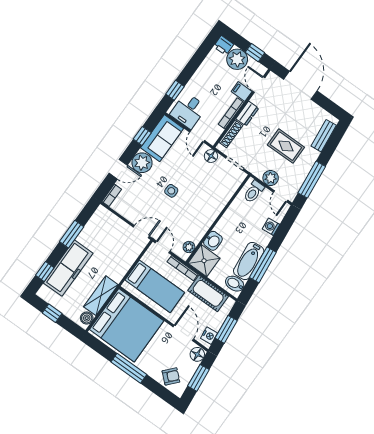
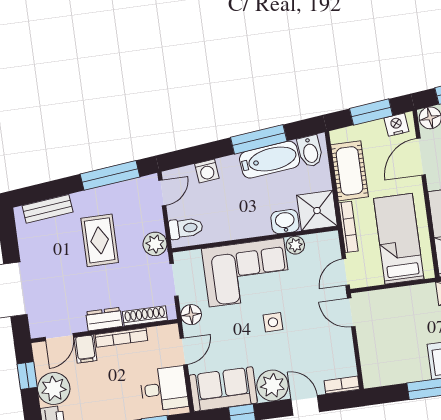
plant: (271, 178) -> (155, 244), moved
corner sofa: (206, 200) -> (246, 272), added
plant: (189, 247) -> (295, 245), moved

